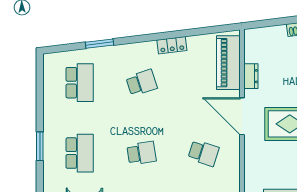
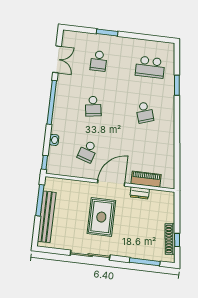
locker: (172, 45) -> (169, 138), removed
piano: (228, 63) -> (146, 179), width x0.73, depth x0.75
school desk: (80, 153) -> (99, 61), width x0.54

